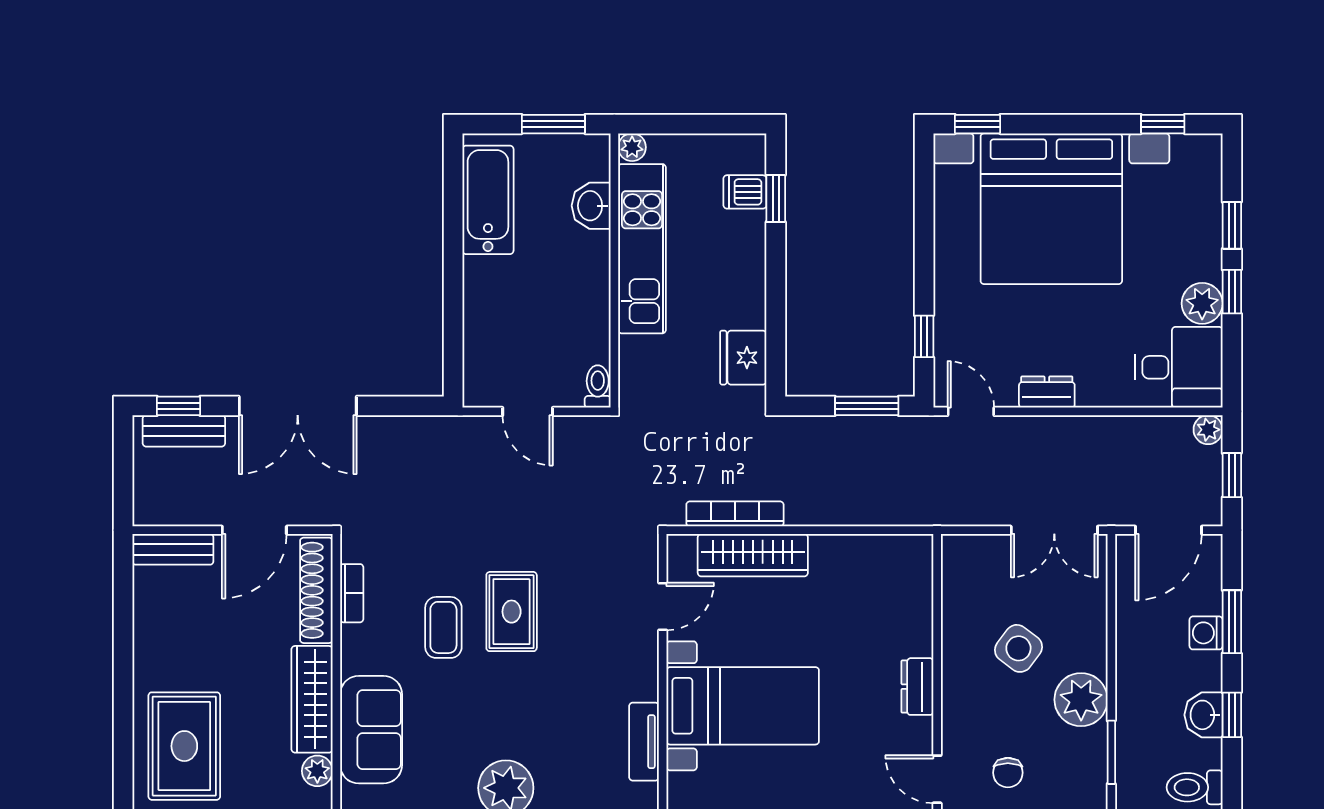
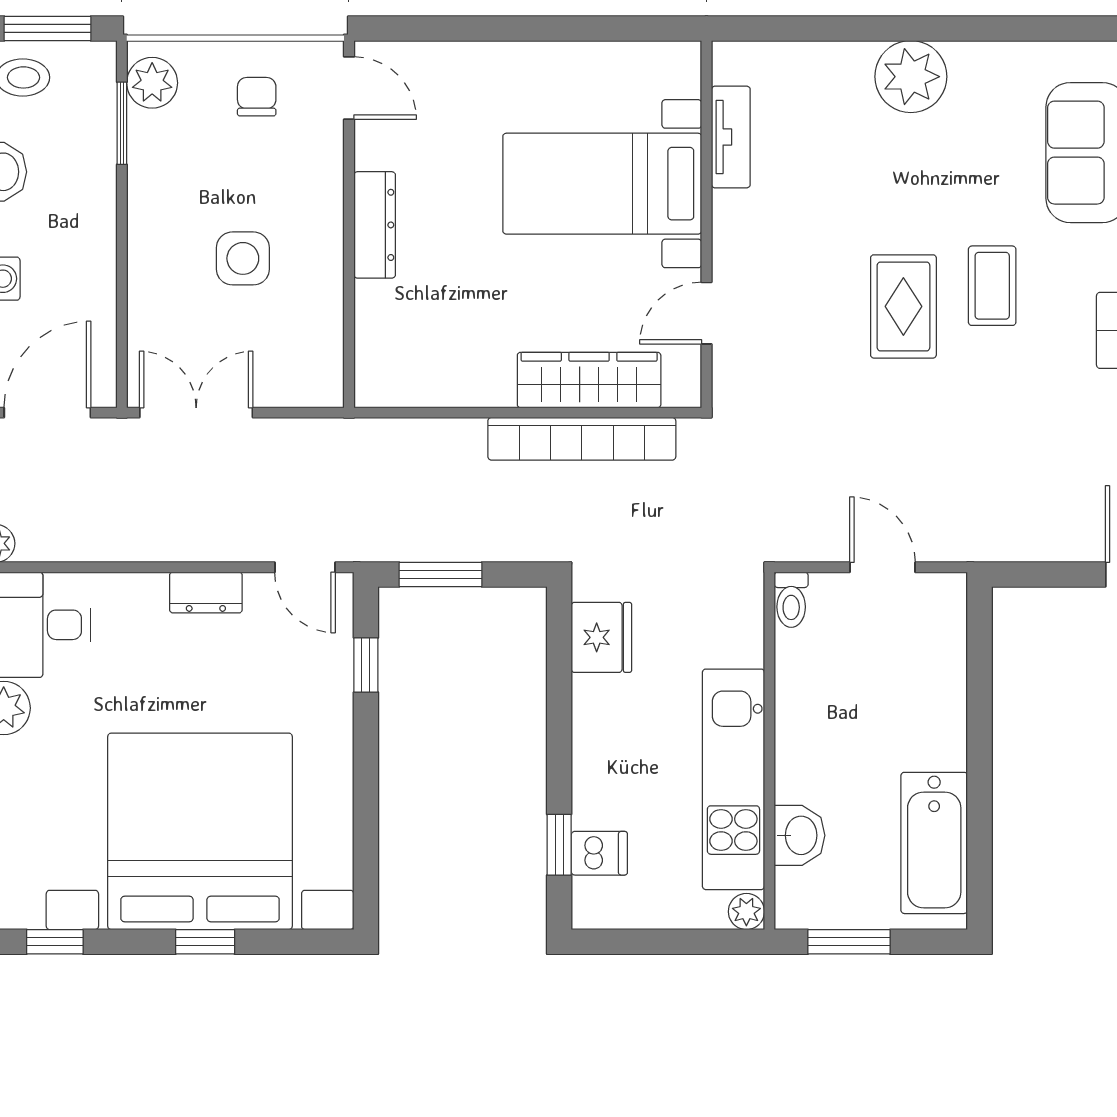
window: (978, 124) -> (205, 942), moved
bookcase: (735, 514) -> (582, 439), width x1.48, depth x1.31
side table: (1018, 648) -> (243, 258), turned -37
dresser: (917, 687) -> (375, 225), width x1.44
plant: (1081, 700) -> (152, 83), moved, width x0.73, depth x0.73

